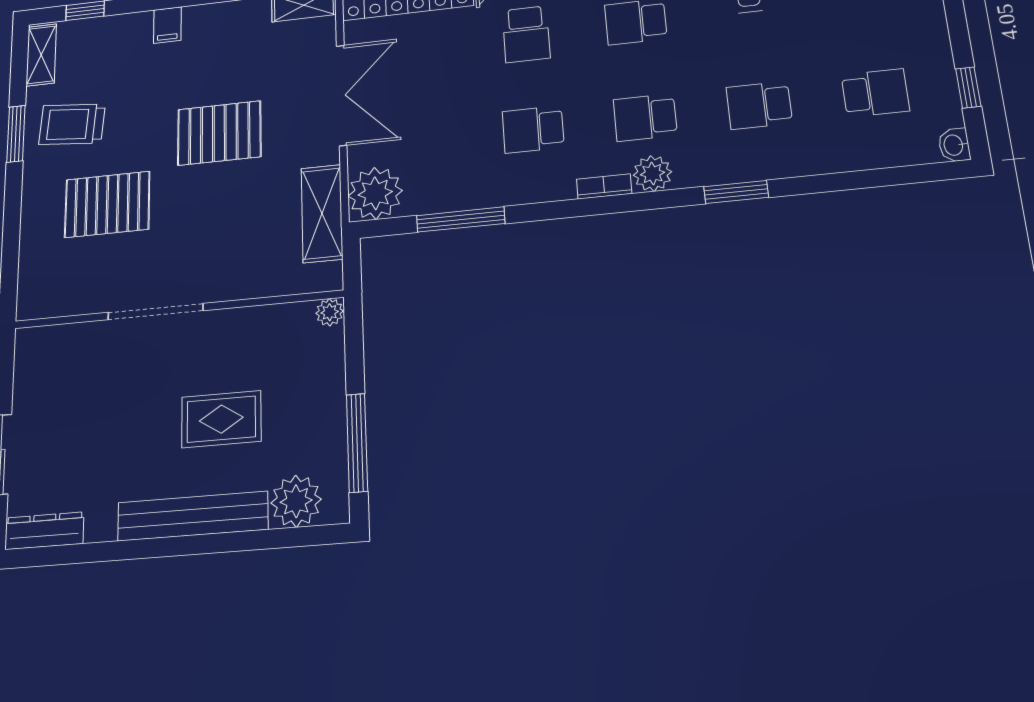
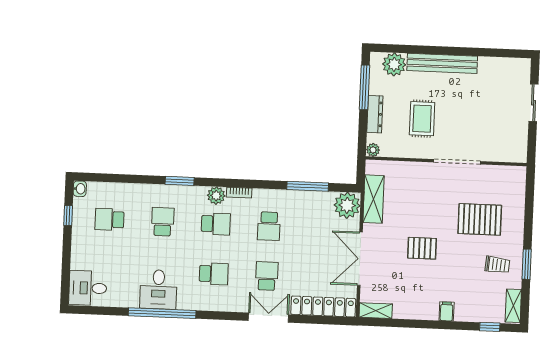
school desk: (759, 105) -> (163, 222), turned -90
trolley: (72, 124) -> (497, 265), width x0.73, depth x0.72
school desk: (533, 129) -> (269, 226), turned 90
pallet: (219, 133) -> (422, 248), width x0.67, depth x0.71
rug: (221, 419) -> (422, 119), moved, turned 90
dresser: (44, 531) -> (375, 114), moved, turned -90

